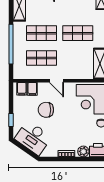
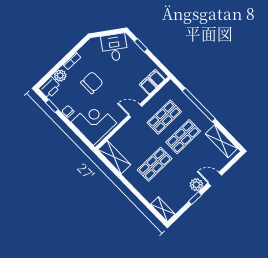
chair: (46, 110) -> (92, 83), moved
desk: (33, 138) -> (115, 47), width x0.73

